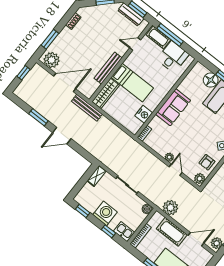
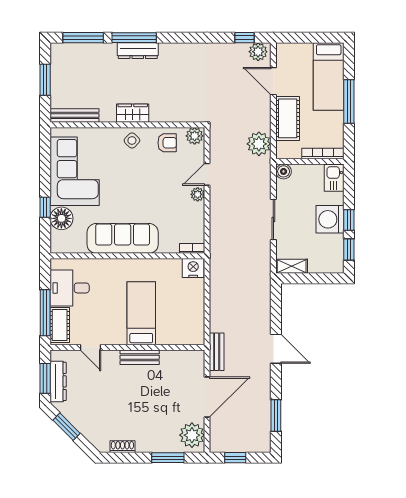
bench: (108, 68) -> (140, 357), width x0.73
door: (65, 82) -> (207, 397), swing flipped
wardrobe: (106, 93) -> (180, 336), removed
sofa: (173, 107) -> (123, 238), width x1.36
bench: (87, 108) -> (217, 352), width x0.73
nightstand: (144, 114) -> (193, 268), moved
window: (38, 117) -> (276, 416), moved
window: (108, 231) -> (349, 220), moved

